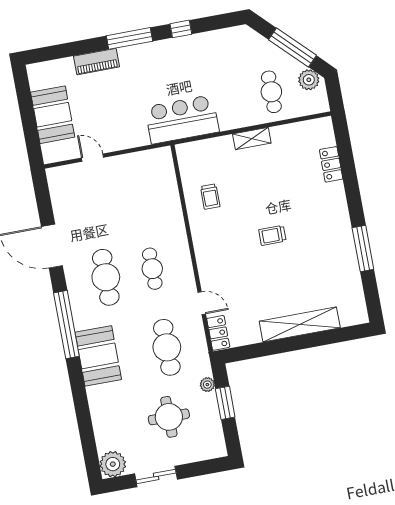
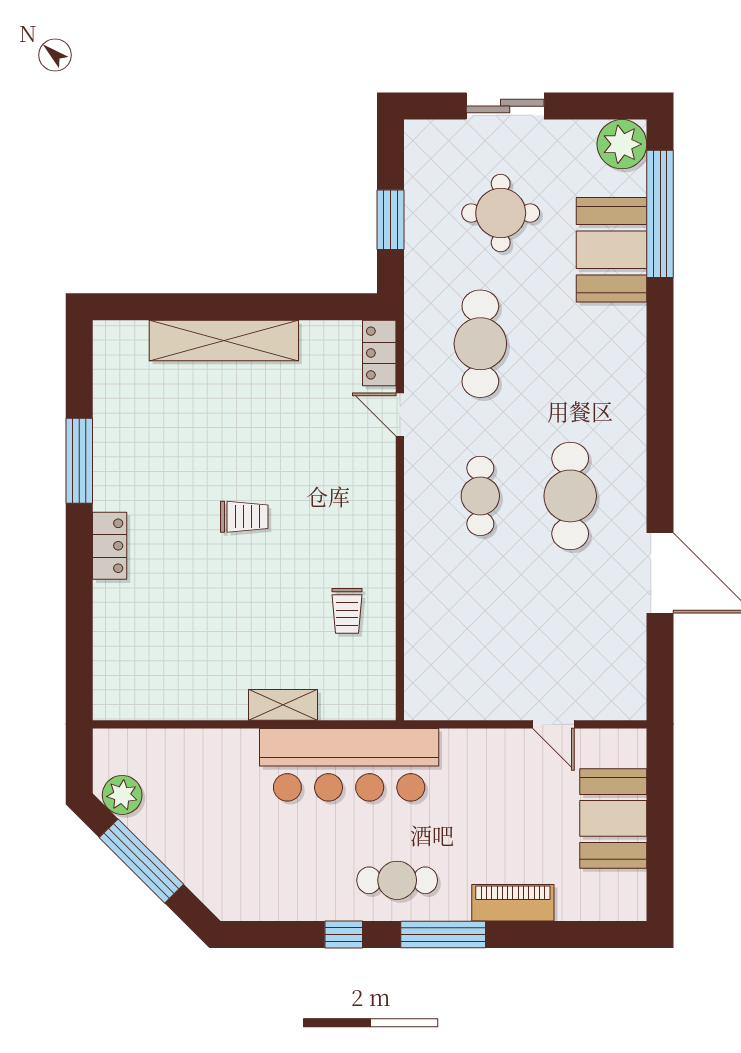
cafe table: (271, 92) -> (397, 880), moved, turned 90
bar counter: (182, 119) -> (349, 765), width x1.36
shelving: (252, 139) -> (283, 705), moved
locker: (331, 164) -> (110, 546), moved
trolley: (210, 197) -> (347, 611), turned 180
window: (66, 325) -> (660, 214), moved
booth: (98, 356) -> (611, 250), moved
plant: (207, 385) -> (418, 260), removed
sliding door: (156, 476) -> (505, 106), moved

